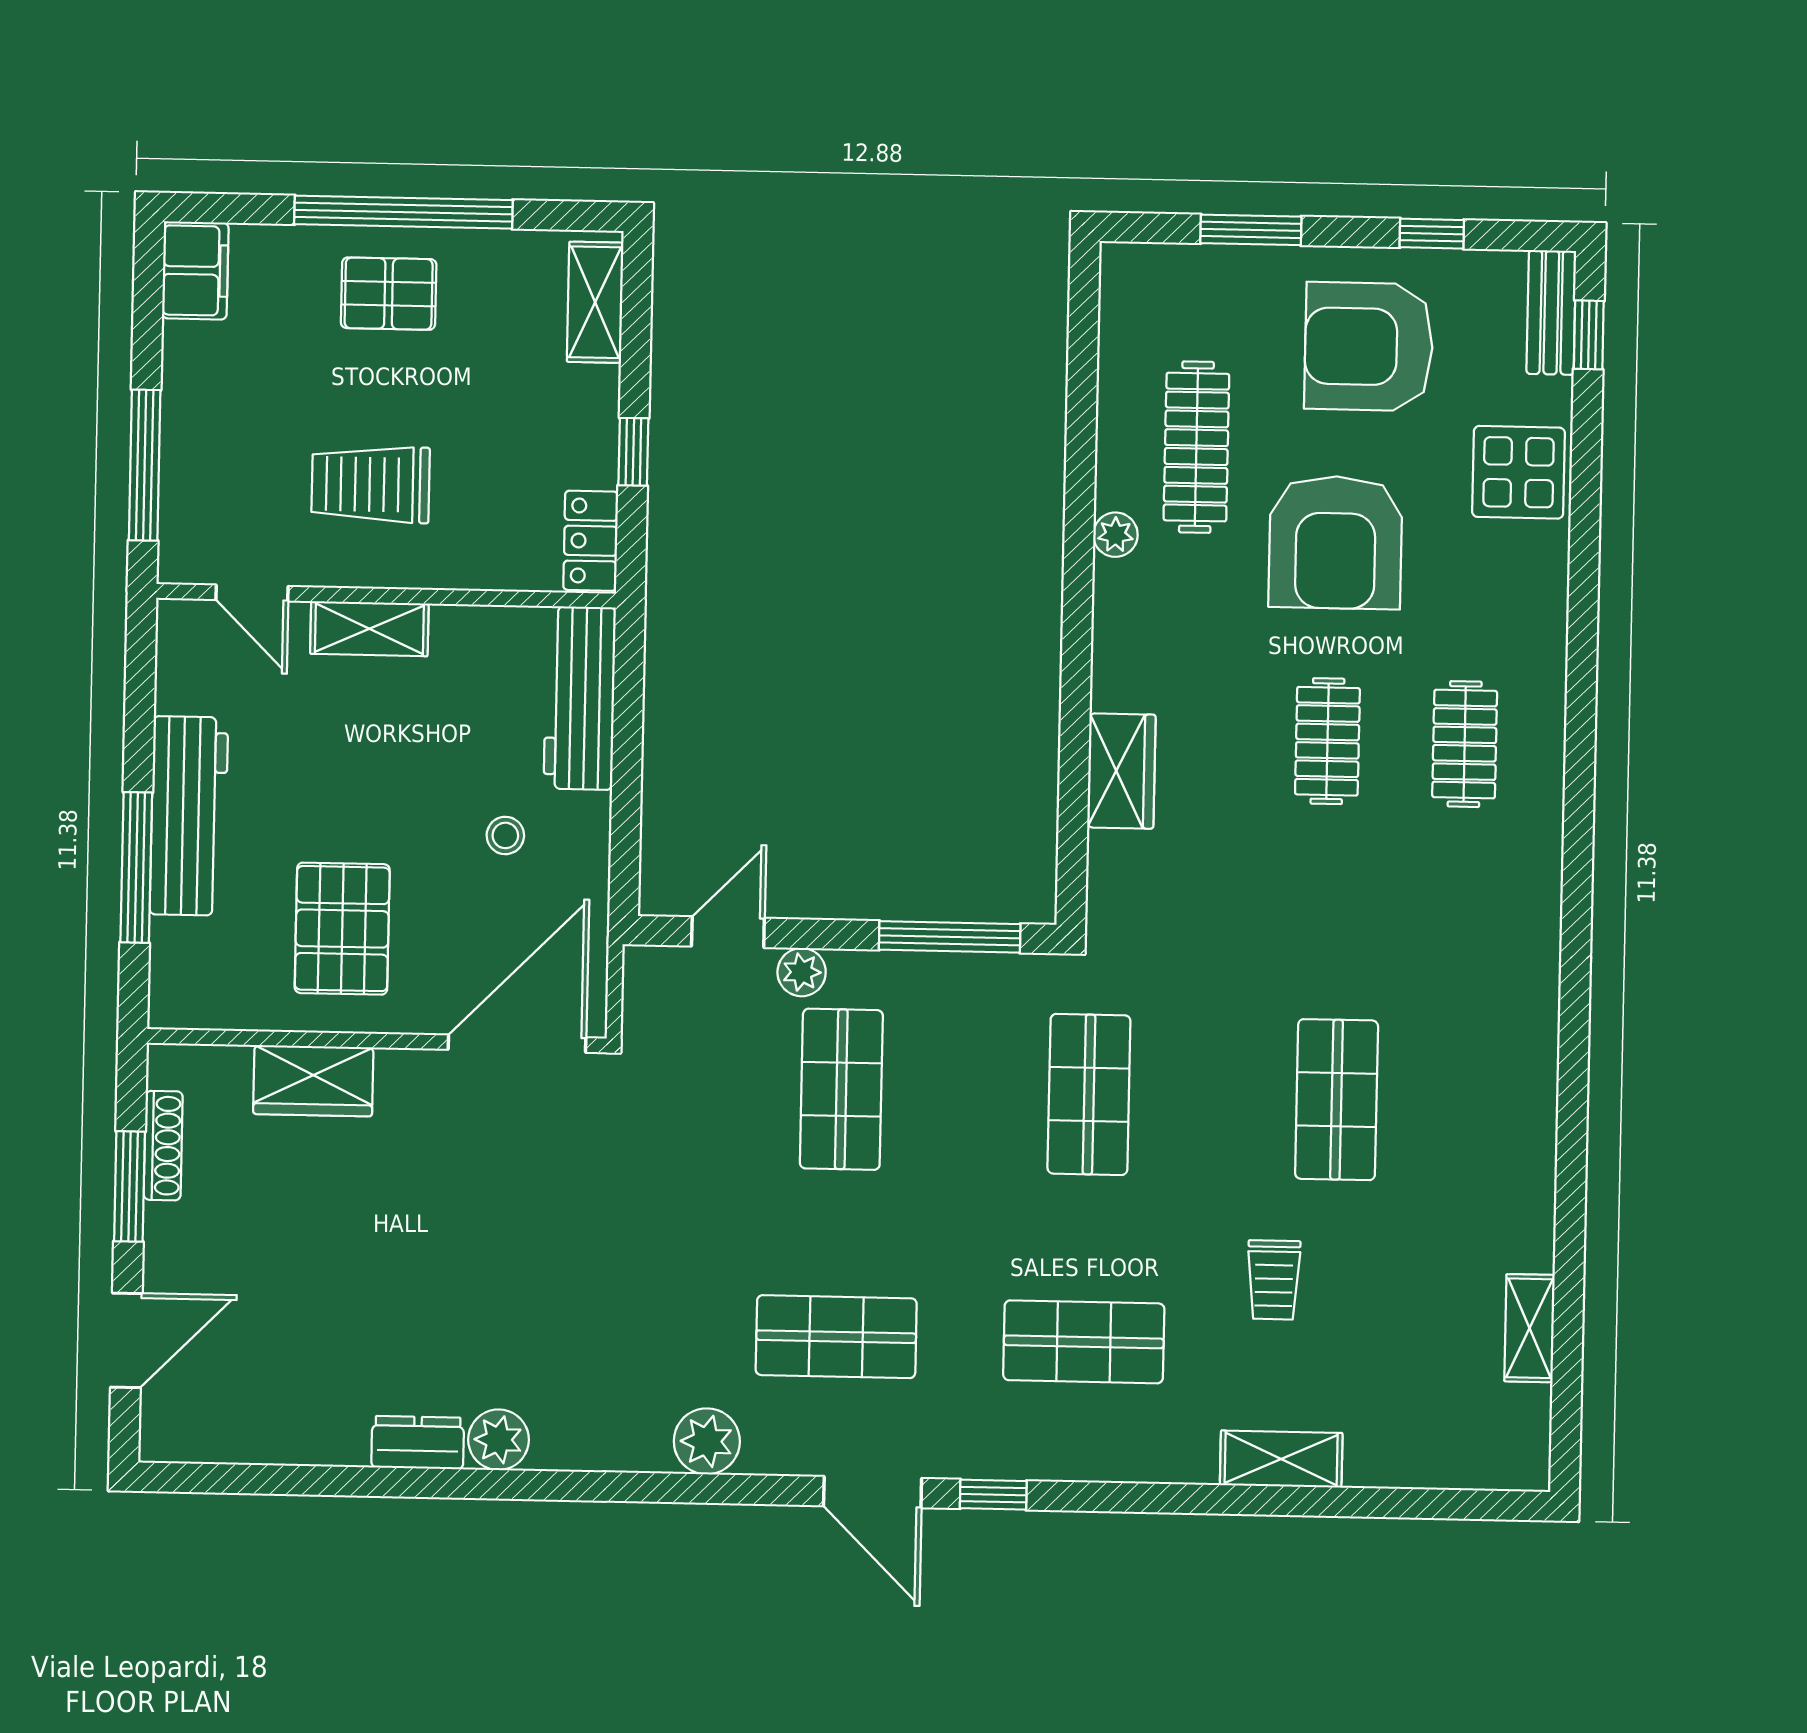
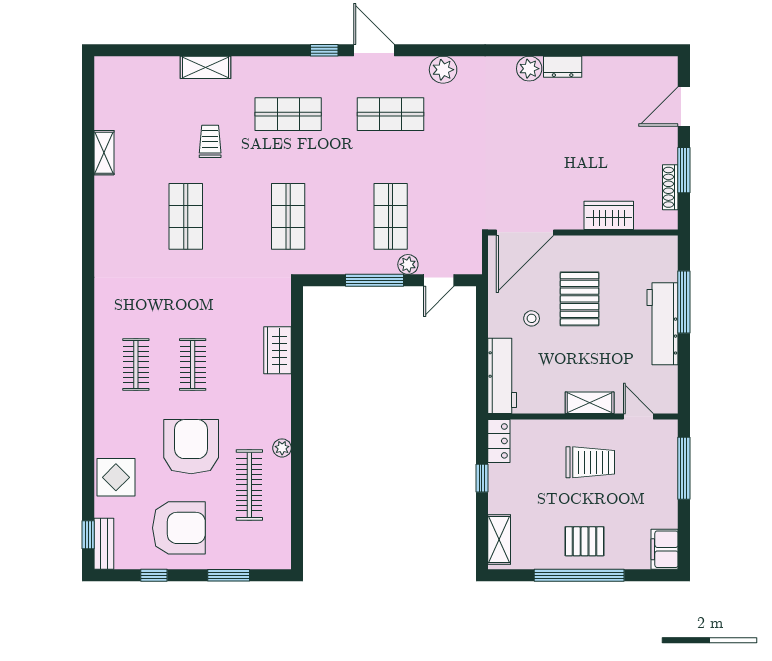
pallet: (342, 929) -> (580, 299), moved
window: (950, 937) -> (374, 280), moved
shelving: (1530, 1328) -> (104, 153), moved

